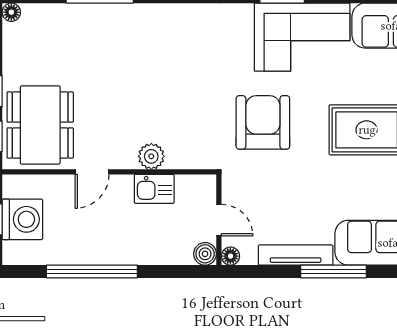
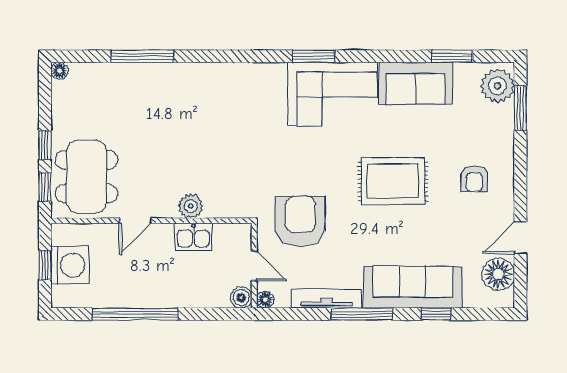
armchair: (263, 122) -> (300, 221), moved

